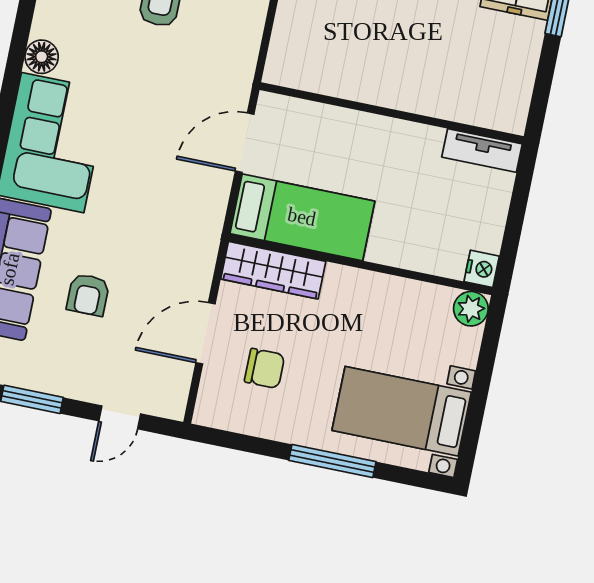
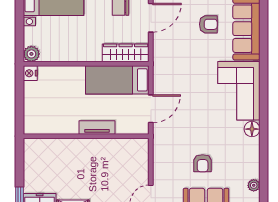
tv unit: (482, 150) -> (97, 128), moved
armchair: (88, 295) -> (208, 24), turned 90

